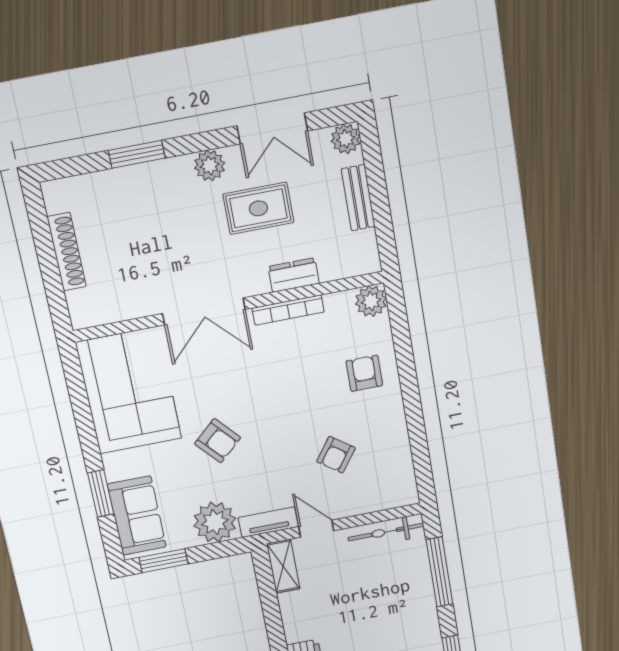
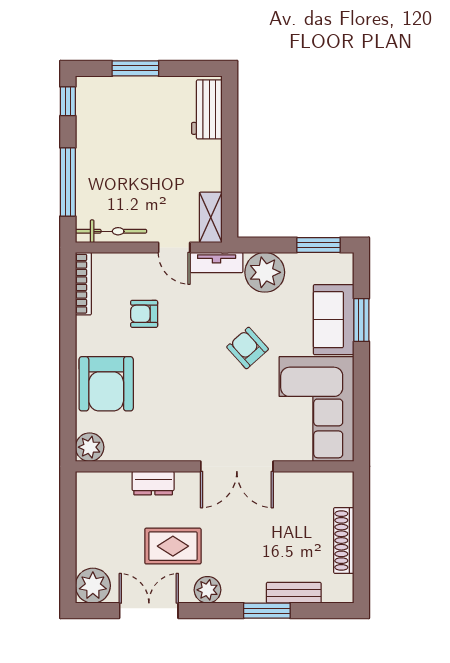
plant: (346, 139) -> (93, 586), width x1.36, depth x1.36
bench: (358, 198) -> (294, 593), moved, turned 90
bookcase: (288, 310) -> (83, 284), moved, turned 90
double door: (204, 311) -> (237, 466), swing flipped
armchair: (364, 373) -> (106, 384), width x1.88, depth x1.88
armchair: (336, 455) -> (144, 314), turned -126
sofa: (137, 516) -> (334, 320), moved

